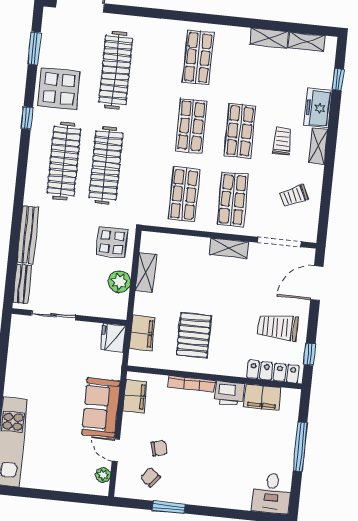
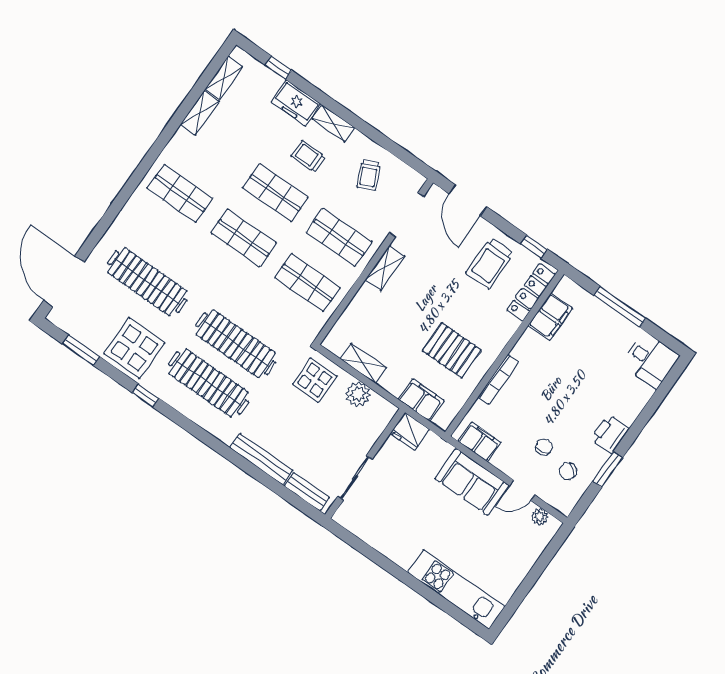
printer: (229, 393) -> (610, 434), moved, turned 180

